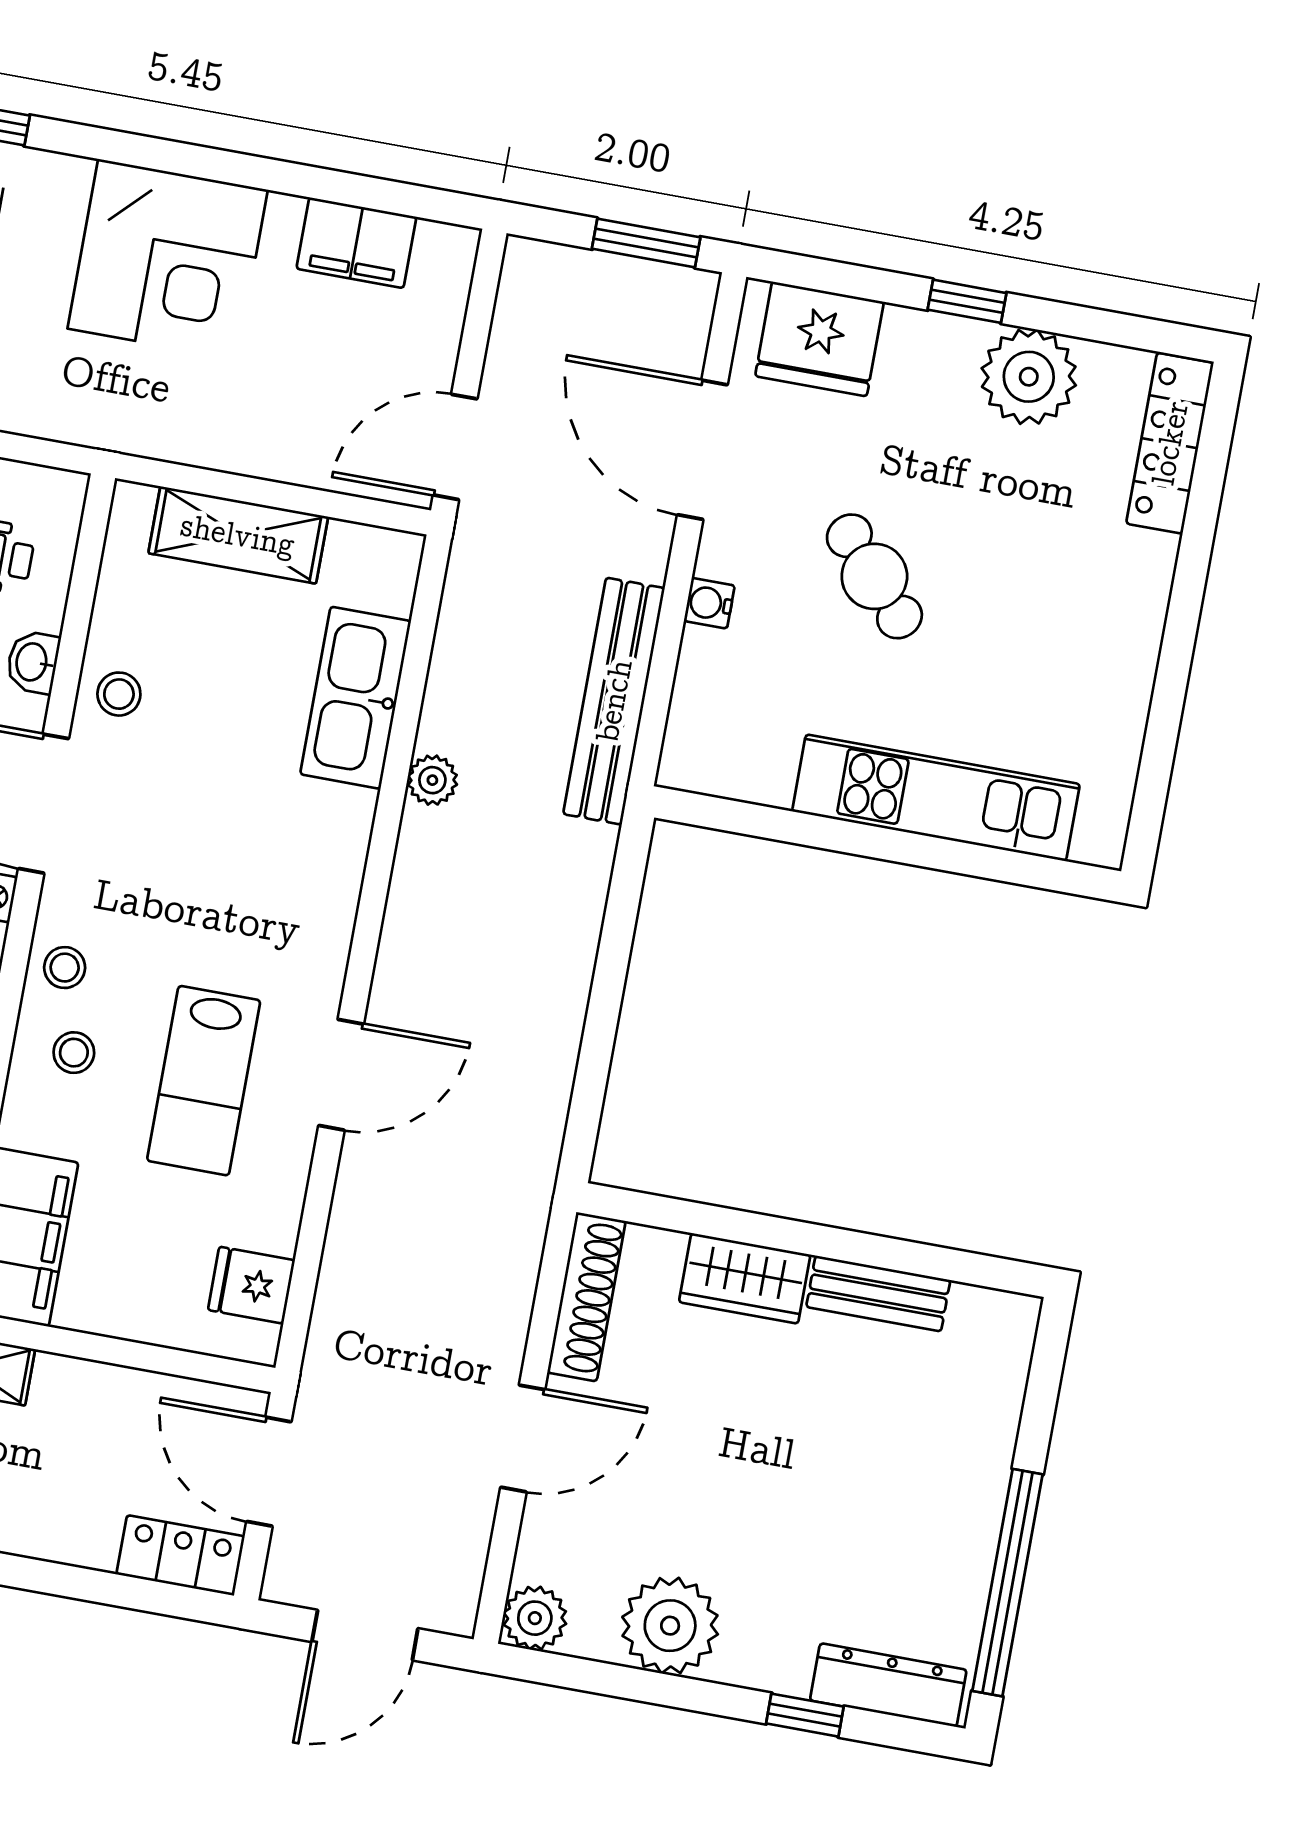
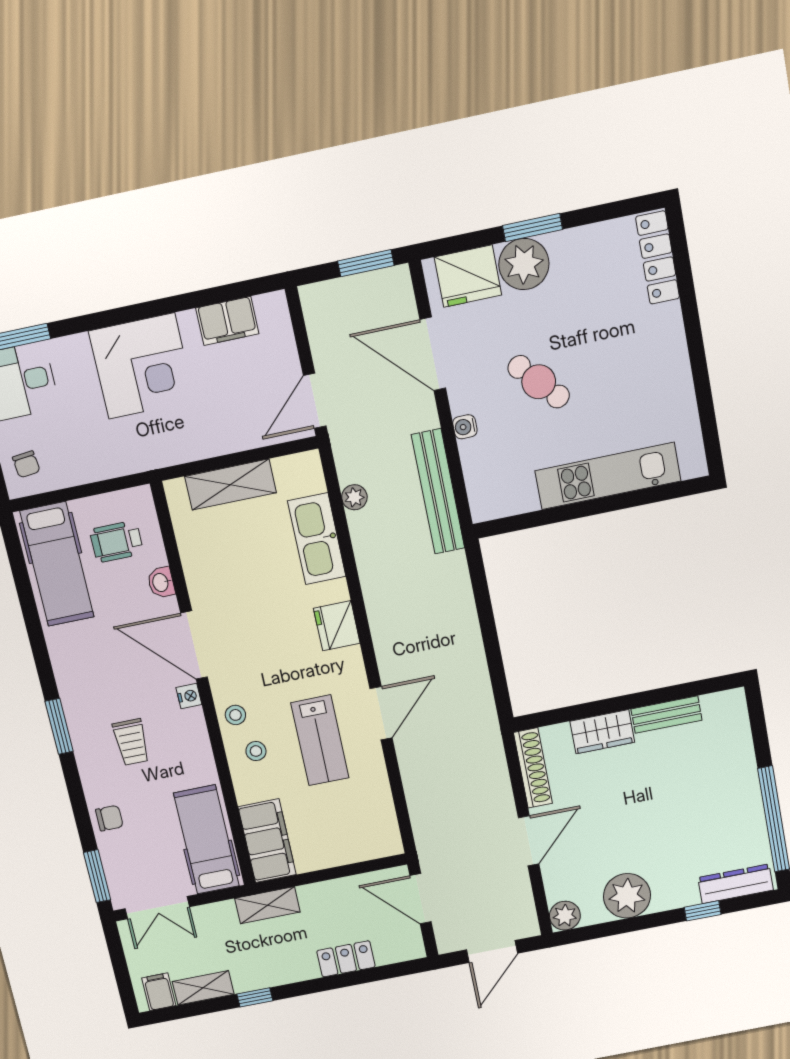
window: (967, 301) -> (533, 228), width x1.50
plant: (1029, 377) -> (524, 264), moved
stool: (119, 694) -> (207, 581), removed
plant: (432, 780) -> (354, 497), moved
fridge: (251, 1285) -> (337, 626), moved, width x1.38
locker: (180, 1555) -> (346, 959), moved

